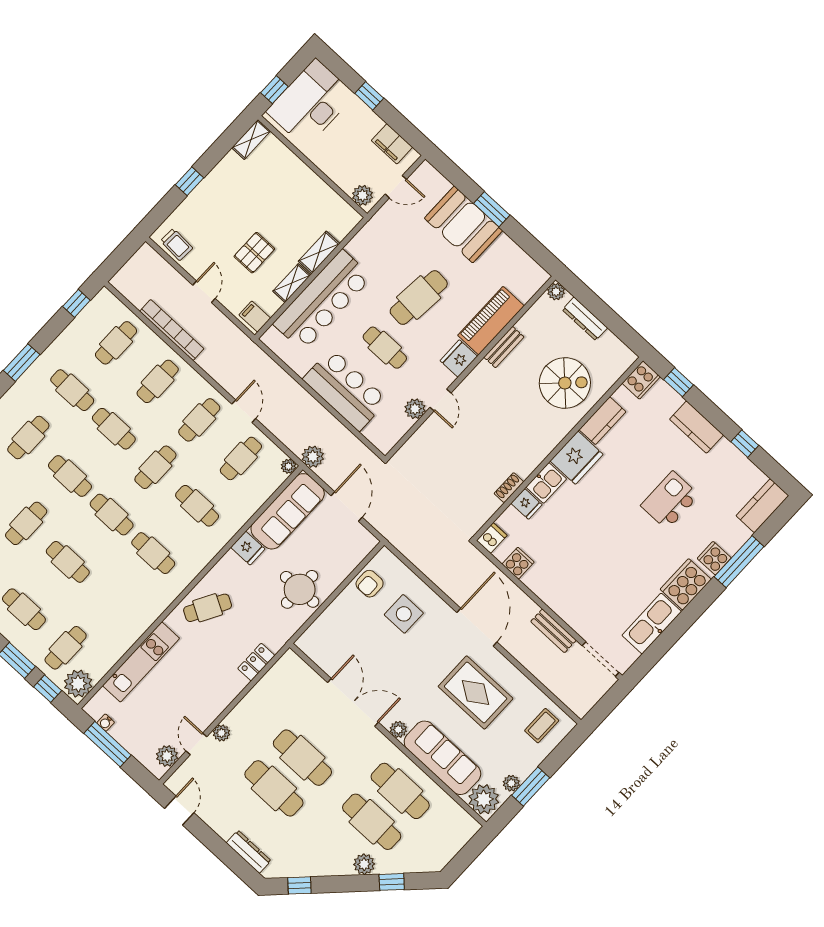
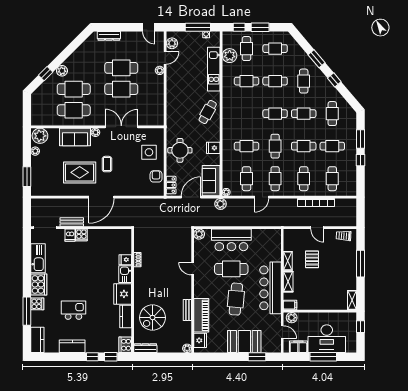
window: (369, 96) -> (323, 357), width x2.17
desk: (311, 103) -> (327, 339), moved, turned 90
window: (190, 181) -> (360, 264), width x2.17
door: (396, 187) -> (282, 332), swing flipped
window: (492, 209) -> (257, 357), moved
bar counter: (323, 300) -> (270, 288), moved
window: (76, 303) -> (360, 160), moved
filing cabinet: (255, 317) -> (290, 305), moved
dresser: (585, 319) -> (145, 348), moved
cafe table: (385, 348) -> (231, 269), width x1.37, depth x1.35
fridge: (459, 358) -> (200, 340), moved
plant: (415, 409) -> (199, 234), moved
door: (244, 411) -> (262, 197), hinge flipped
kitchen counter: (696, 427) -> (72, 346), moved
window: (745, 444) -> (92, 357), moved
kitchen island: (670, 500) -> (73, 310), turned -90
door: (347, 506) -> (191, 197), swing flipped
sofa: (288, 511) -> (211, 181), width x0.73
dishwasher: (492, 538) -> (70, 235), moved
cafe table: (153, 553) -> (247, 81), moved
cooker: (518, 563) -> (81, 235), moved
side table: (404, 614) -> (149, 152), moved
door: (477, 627) -> (101, 197), hinge flipped
locker: (256, 662) -> (171, 185), moved
plant: (78, 684) -> (230, 56), moved
double door: (353, 702) -> (121, 127), swing flipped
coffee table: (542, 726) -> (107, 164), moved
door: (196, 744) -> (165, 58), hinge flipped
sofa: (442, 758) -> (75, 137), width x0.73
window: (531, 787) -> (27, 177), moved
window: (299, 885) -> (79, 41), removed

